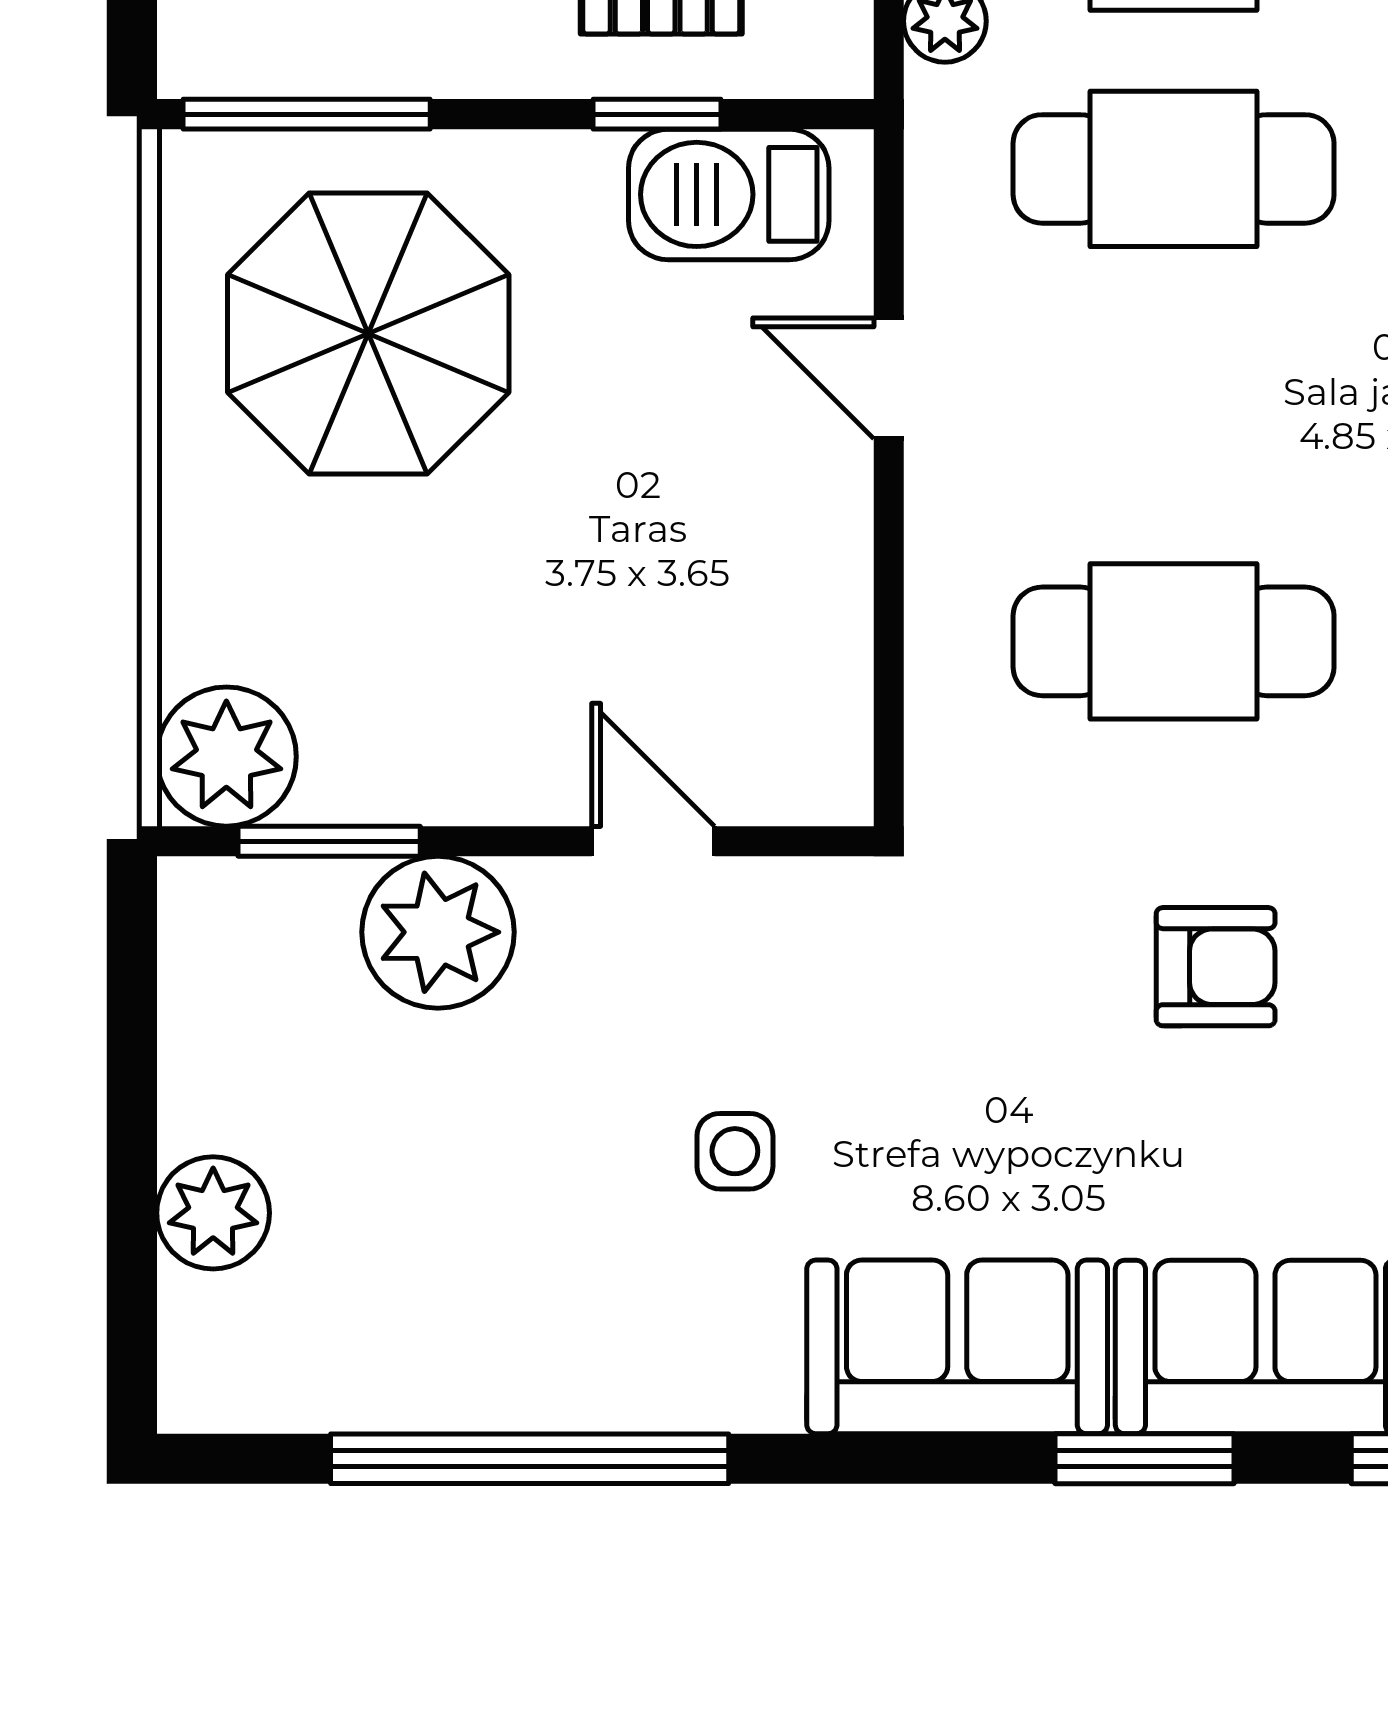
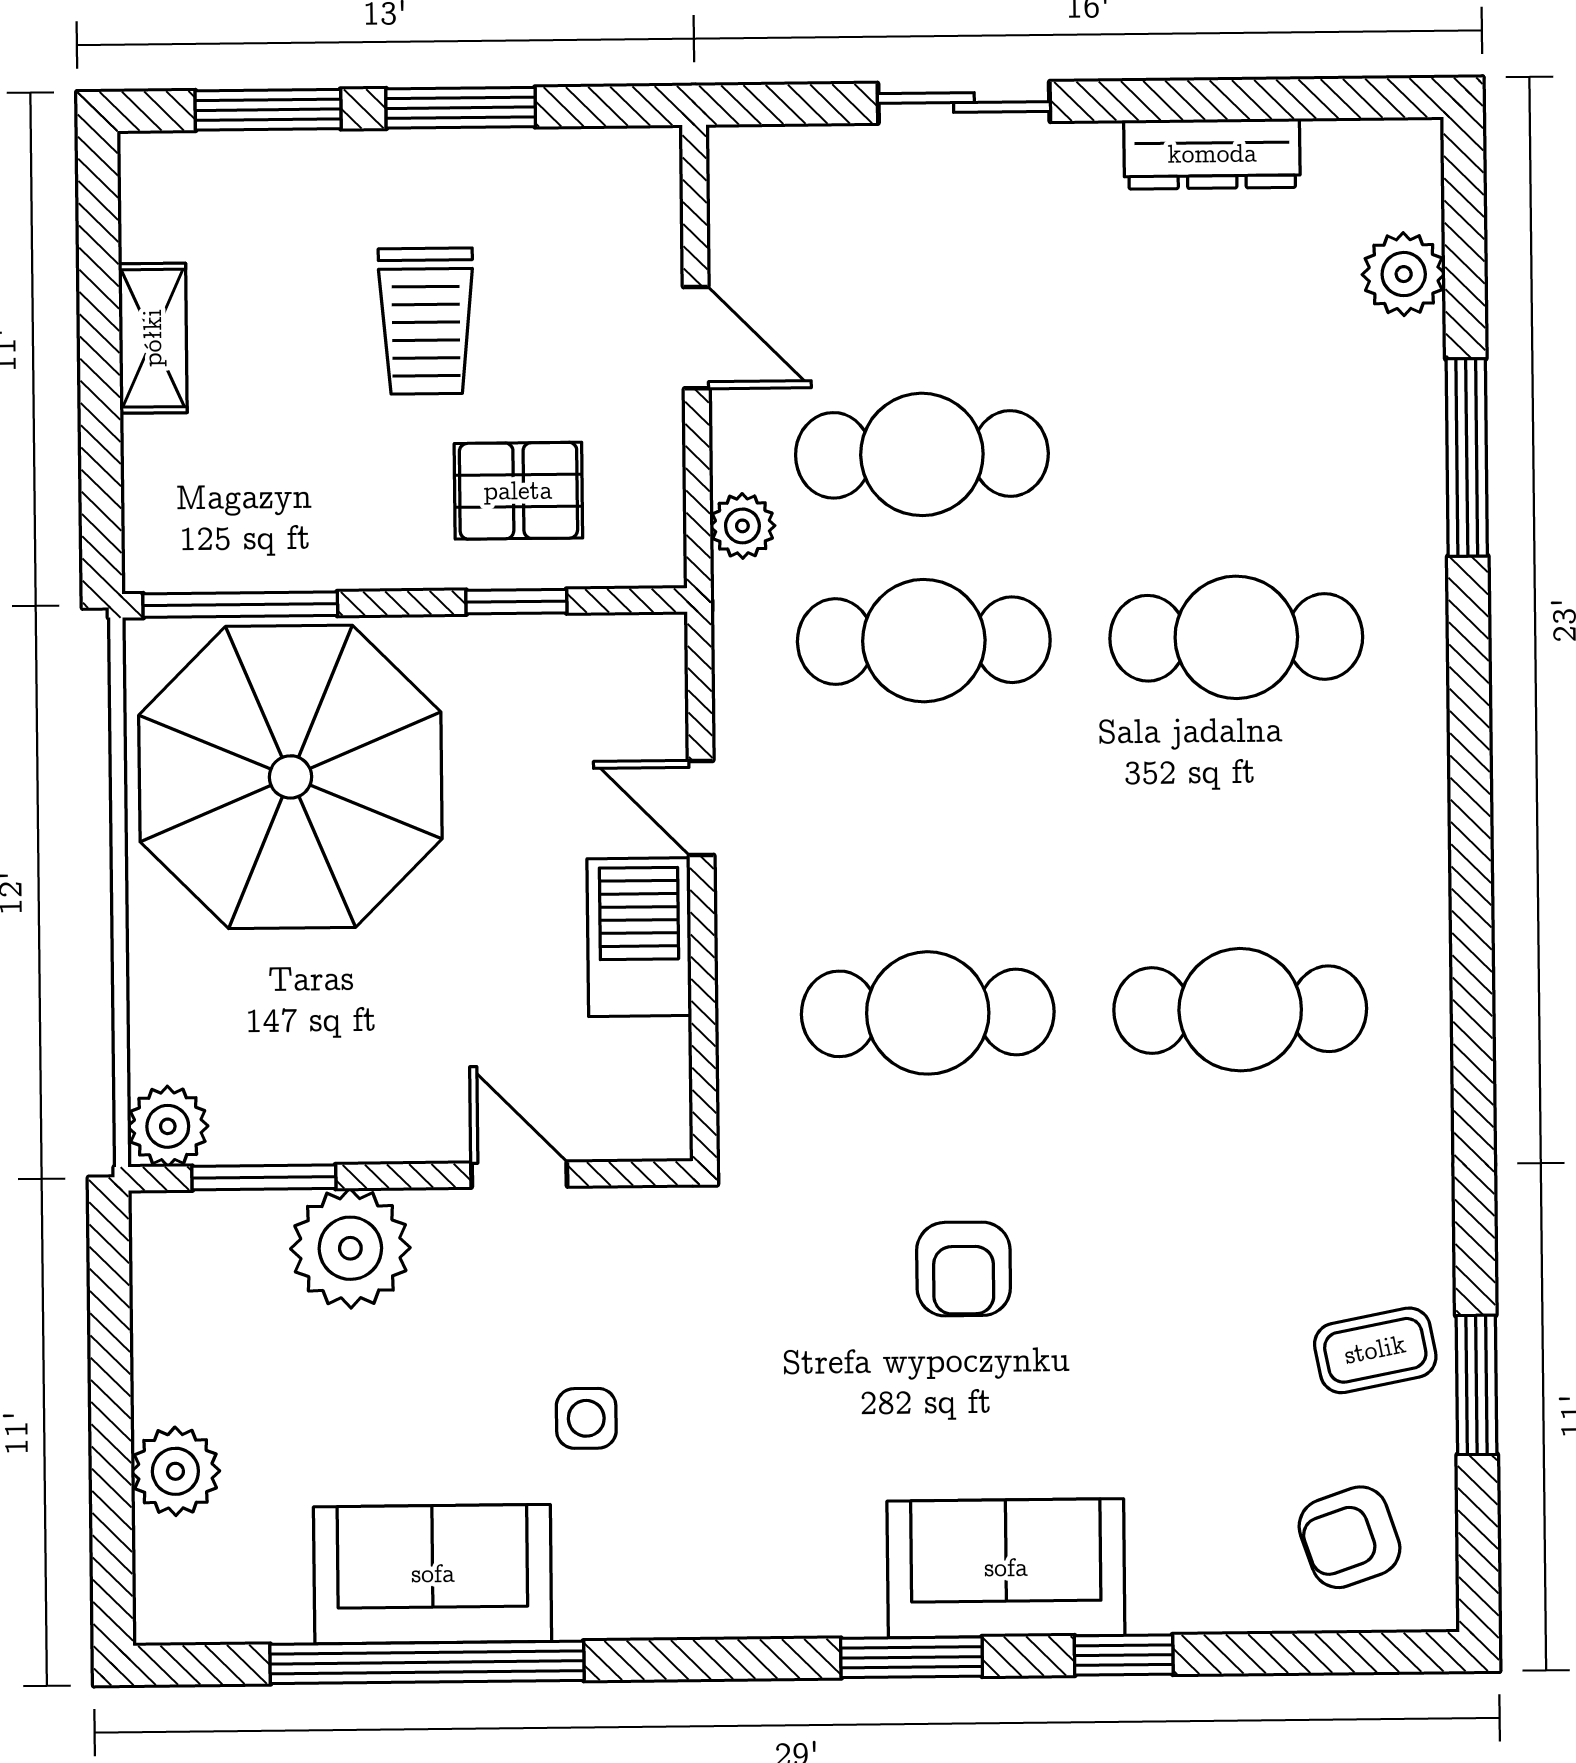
barbecue: (729, 194) -> (639, 937), moved, turned 90
parasol: (368, 333) -> (290, 777), width x1.36, depth x1.36
plant: (226, 757) -> (168, 1126), width x0.73, depth x0.73
armchair: (1216, 967) -> (964, 1269), turned 90
sofa: (957, 1347) -> (433, 1574), moved

